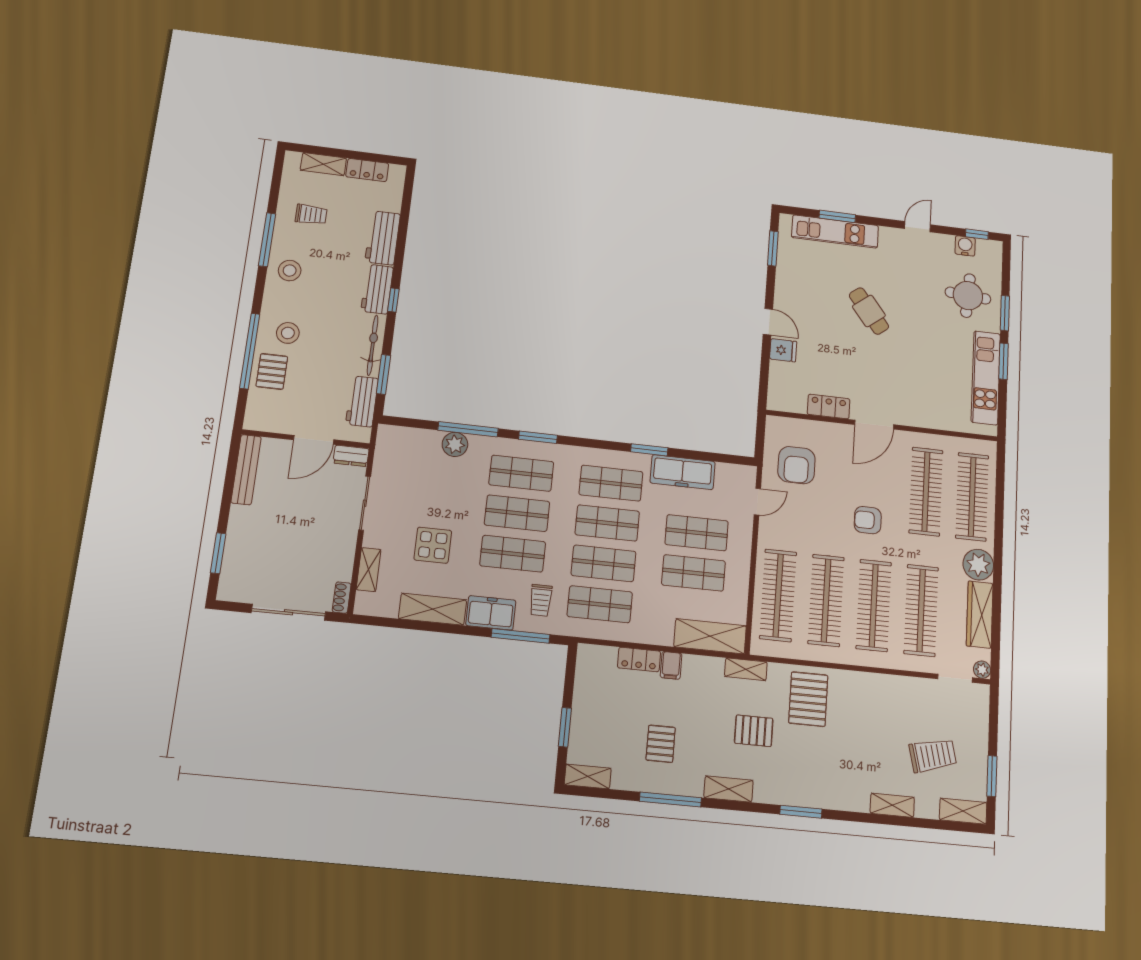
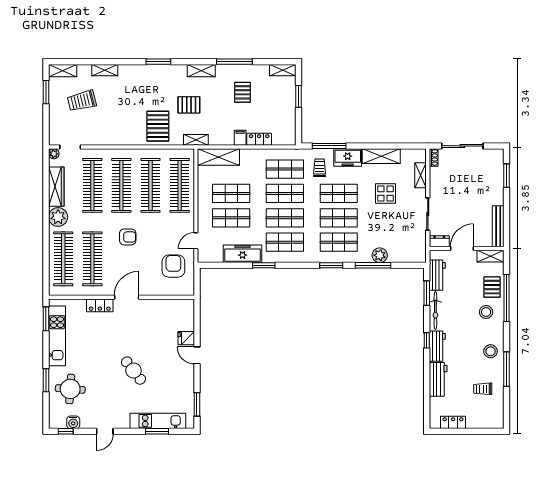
shelving: (323, 164) -> (491, 256), moved
window: (1003, 361) -> (46, 319), moved
locker: (829, 407) -> (100, 305), moved

